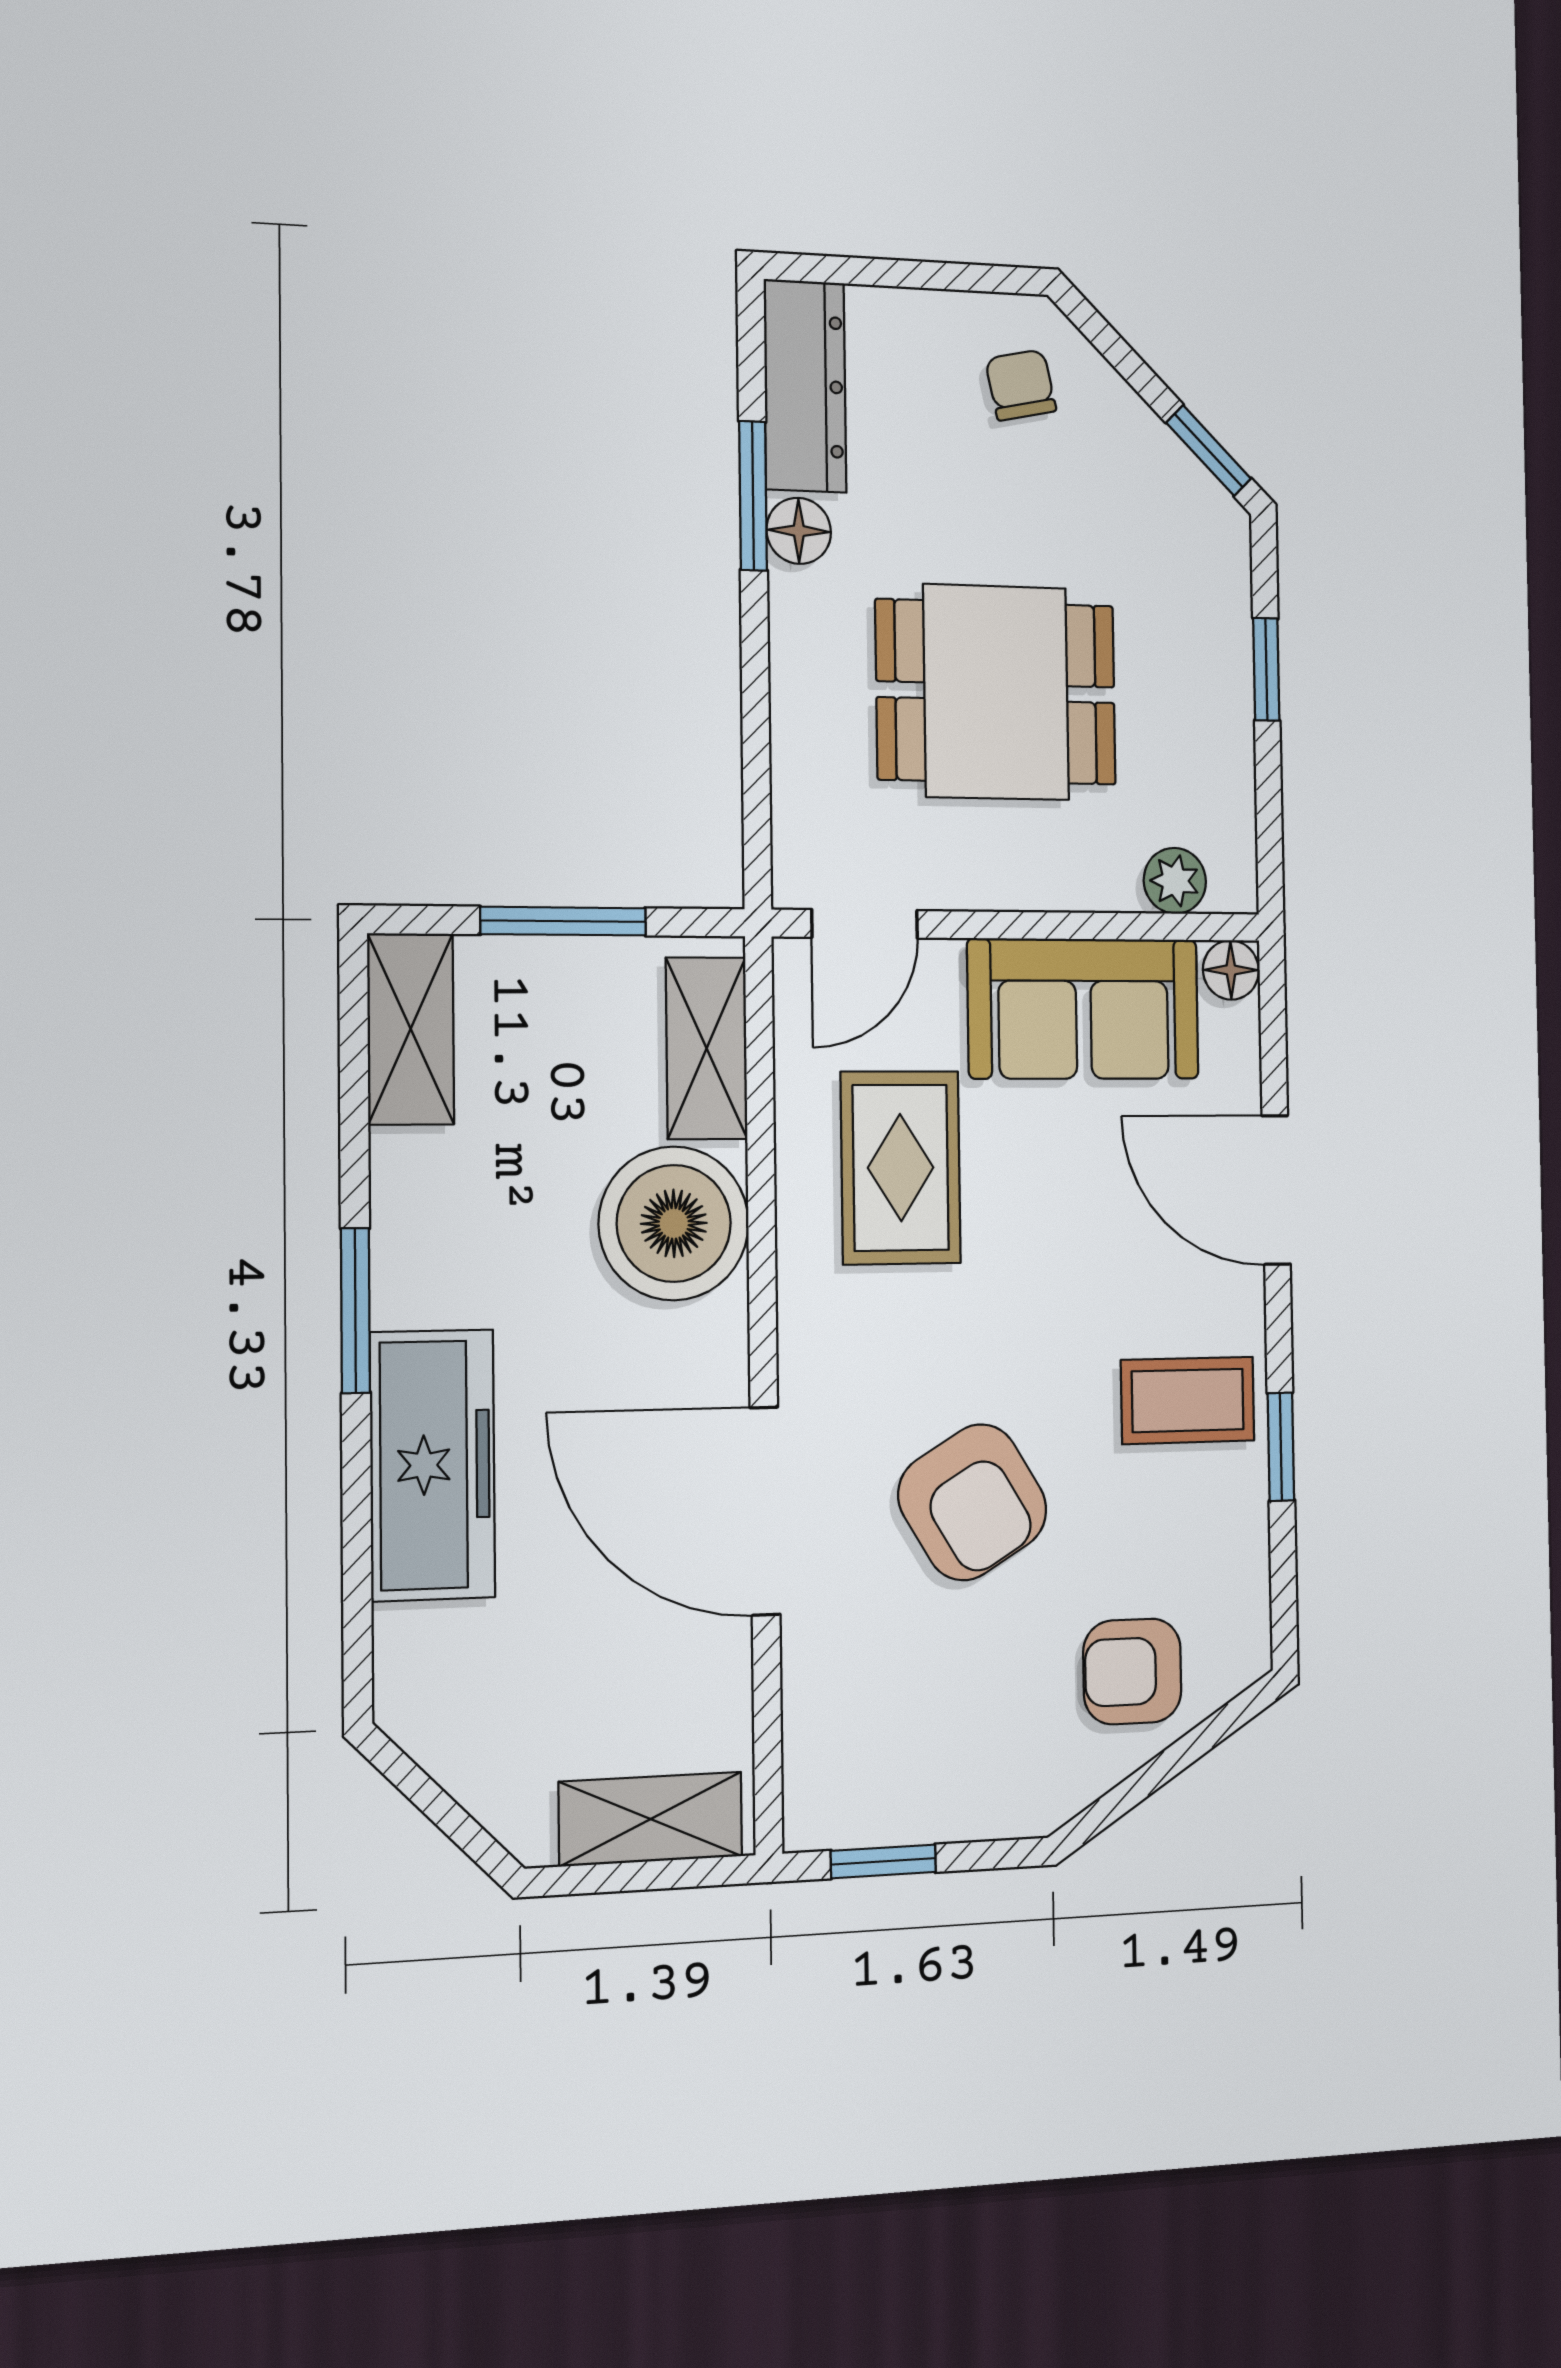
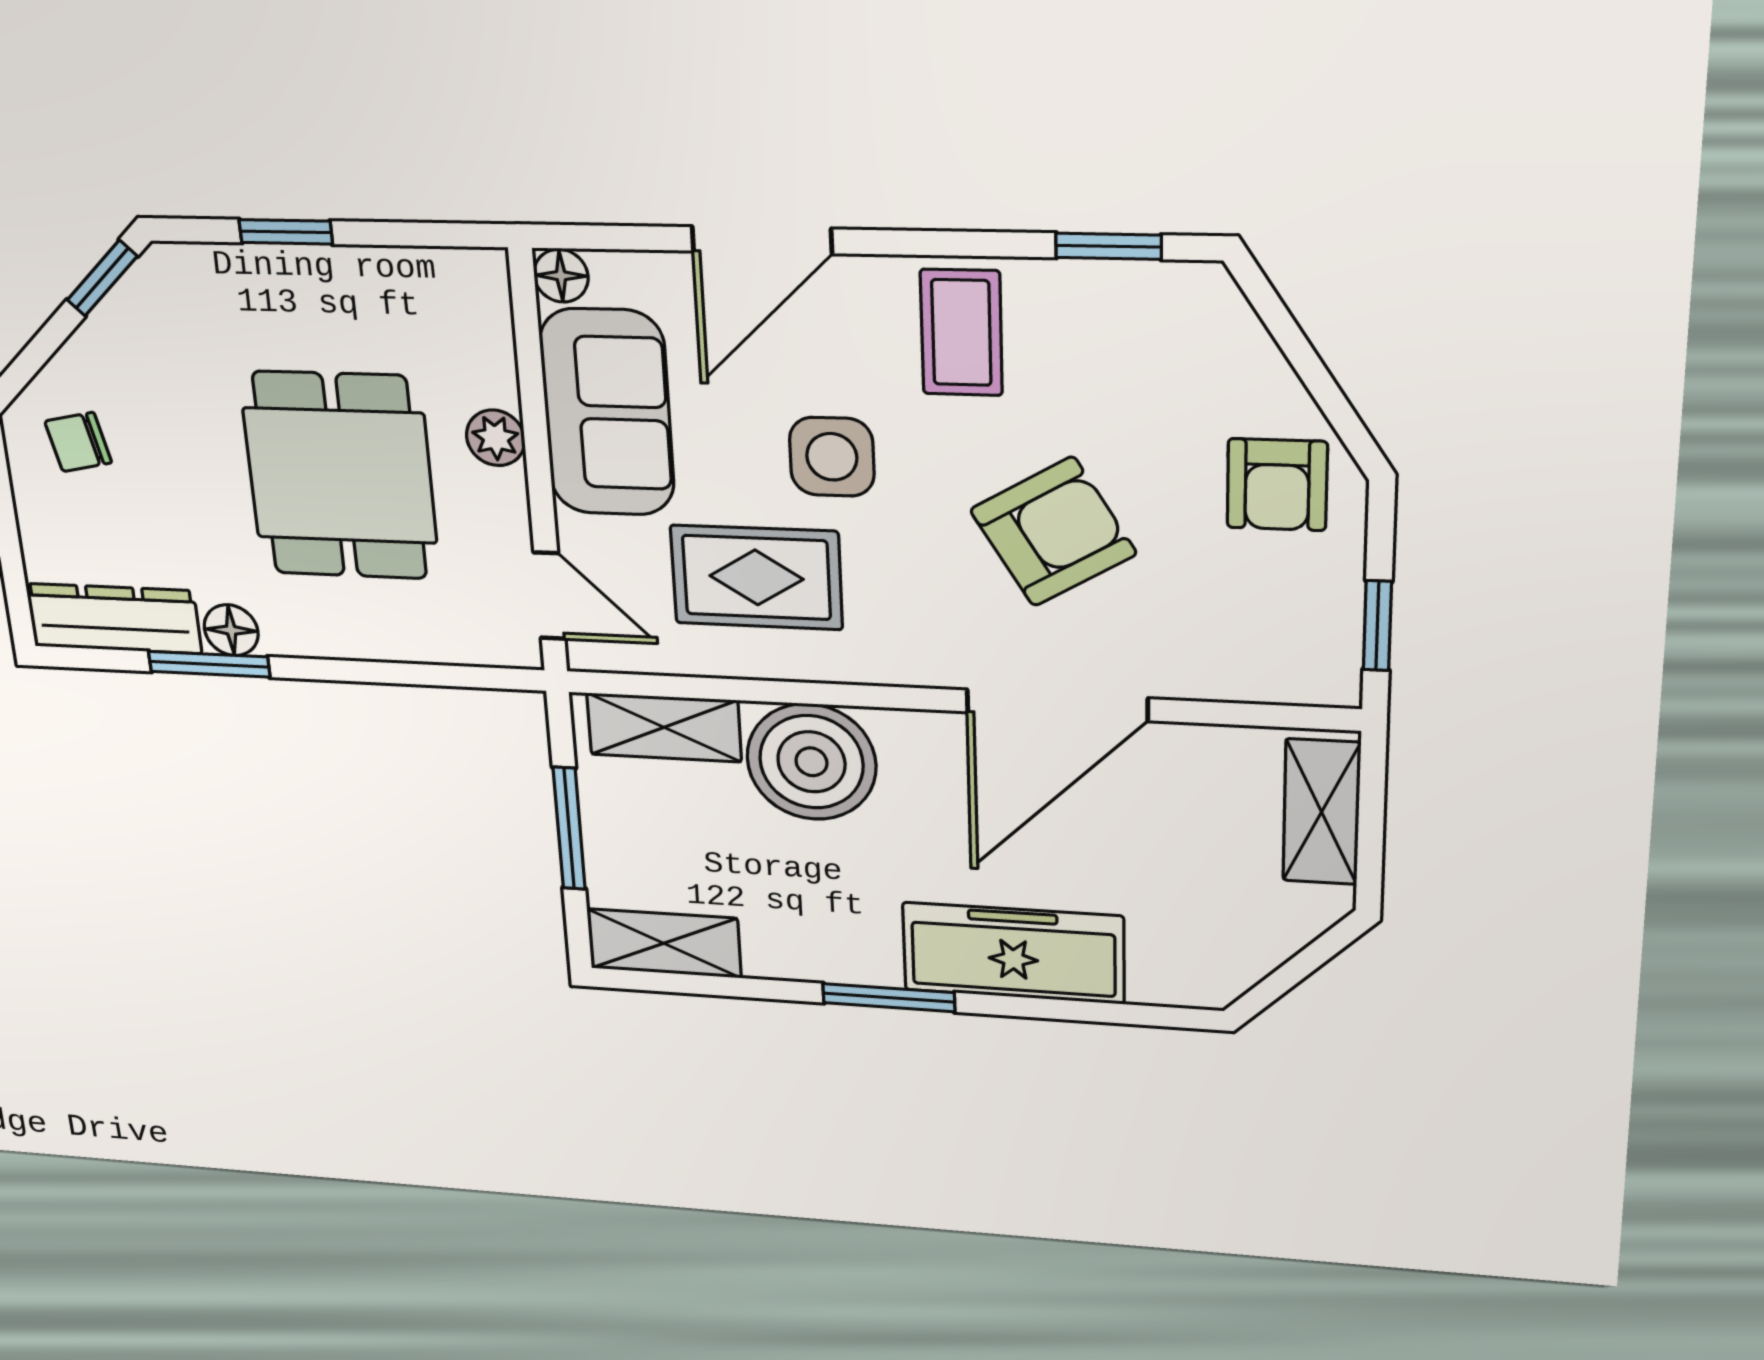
plant: (1175, 881) -> (496, 438), moved
side table: (1046, 1258) -> (832, 457), added
window: (1281, 1447) -> (1109, 246), moved
armchair: (1132, 1671) -> (1277, 485), moved

